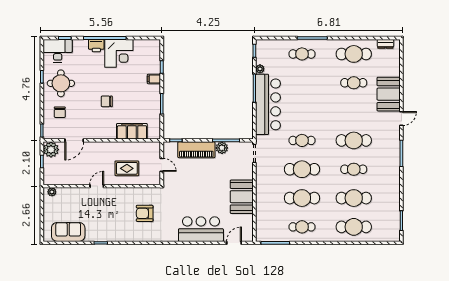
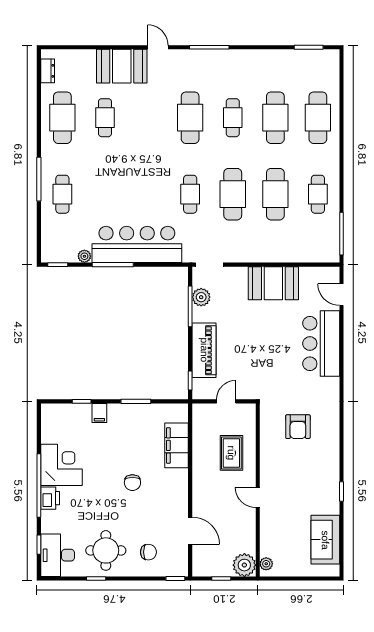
plant: (222, 148) -> (201, 297), moved
plant: (51, 150) -> (244, 565), moved

